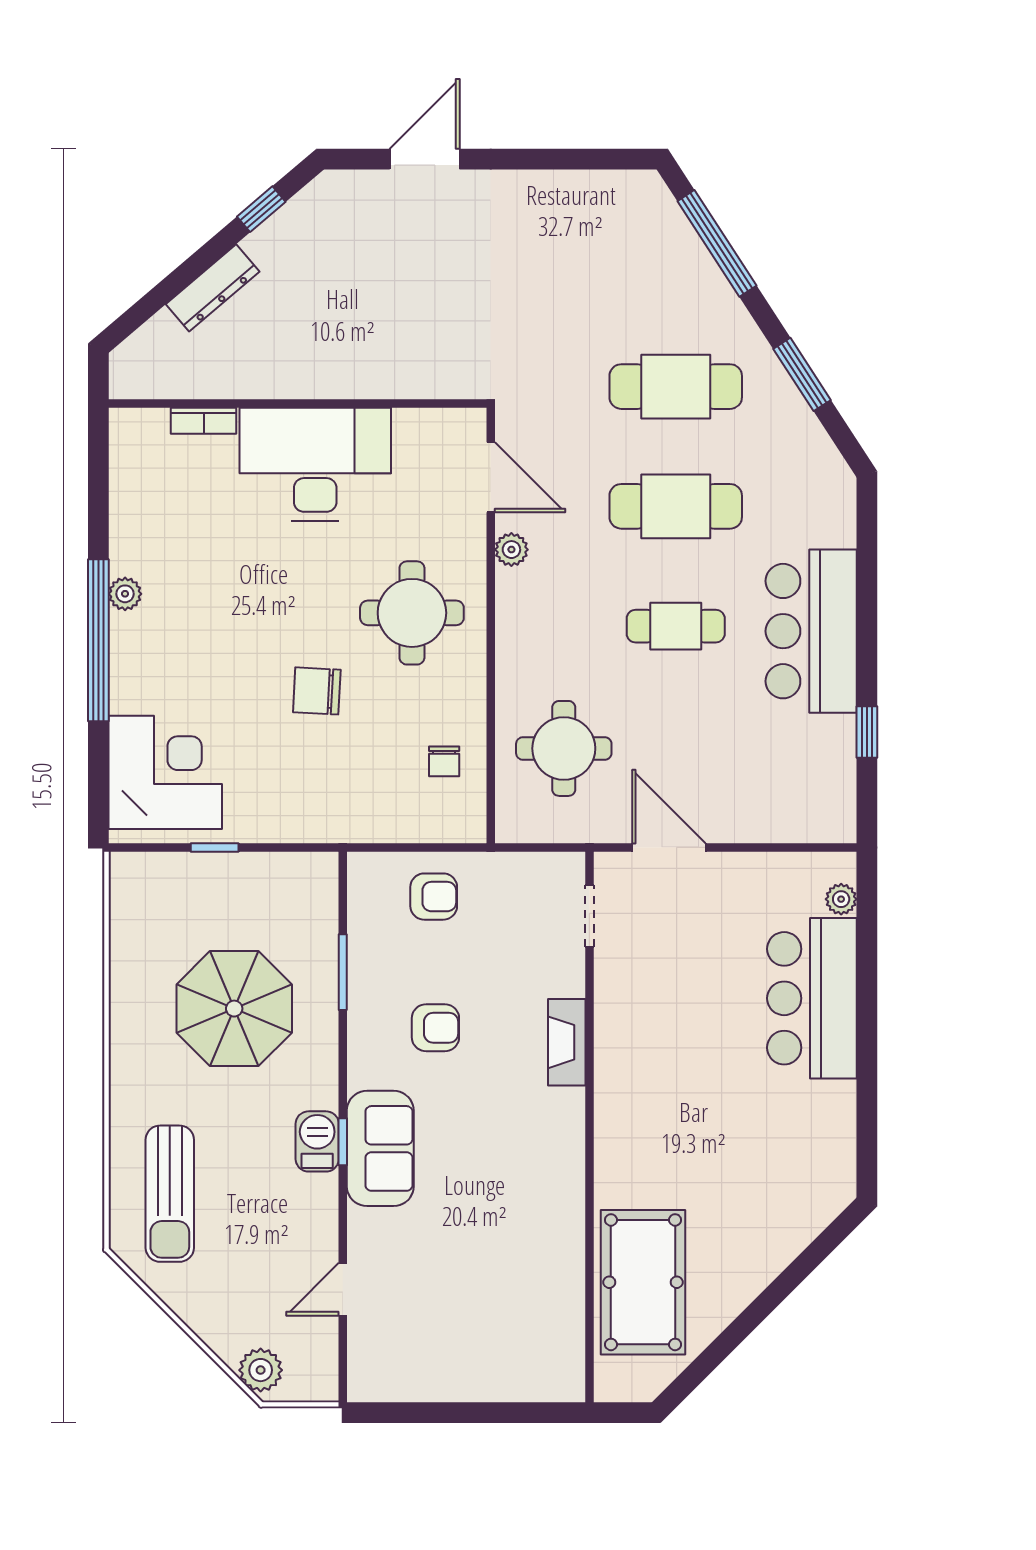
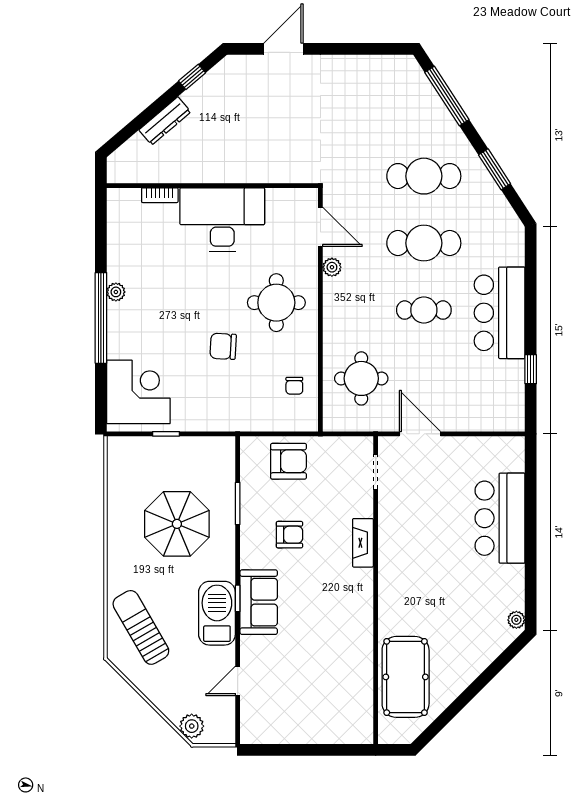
armchair: (434, 897) -> (289, 461), width x1.38, depth x1.38
plant: (841, 899) -> (516, 620), moved
barbecue: (317, 1141) -> (217, 613), width x1.88, depth x1.53
sun lounger: (170, 1194) -> (141, 627), turned 150

